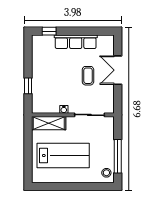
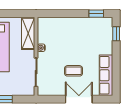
row of seats: (76, 42) -> (106, 75), moved
window: (28, 86) -> (96, 14), moved

